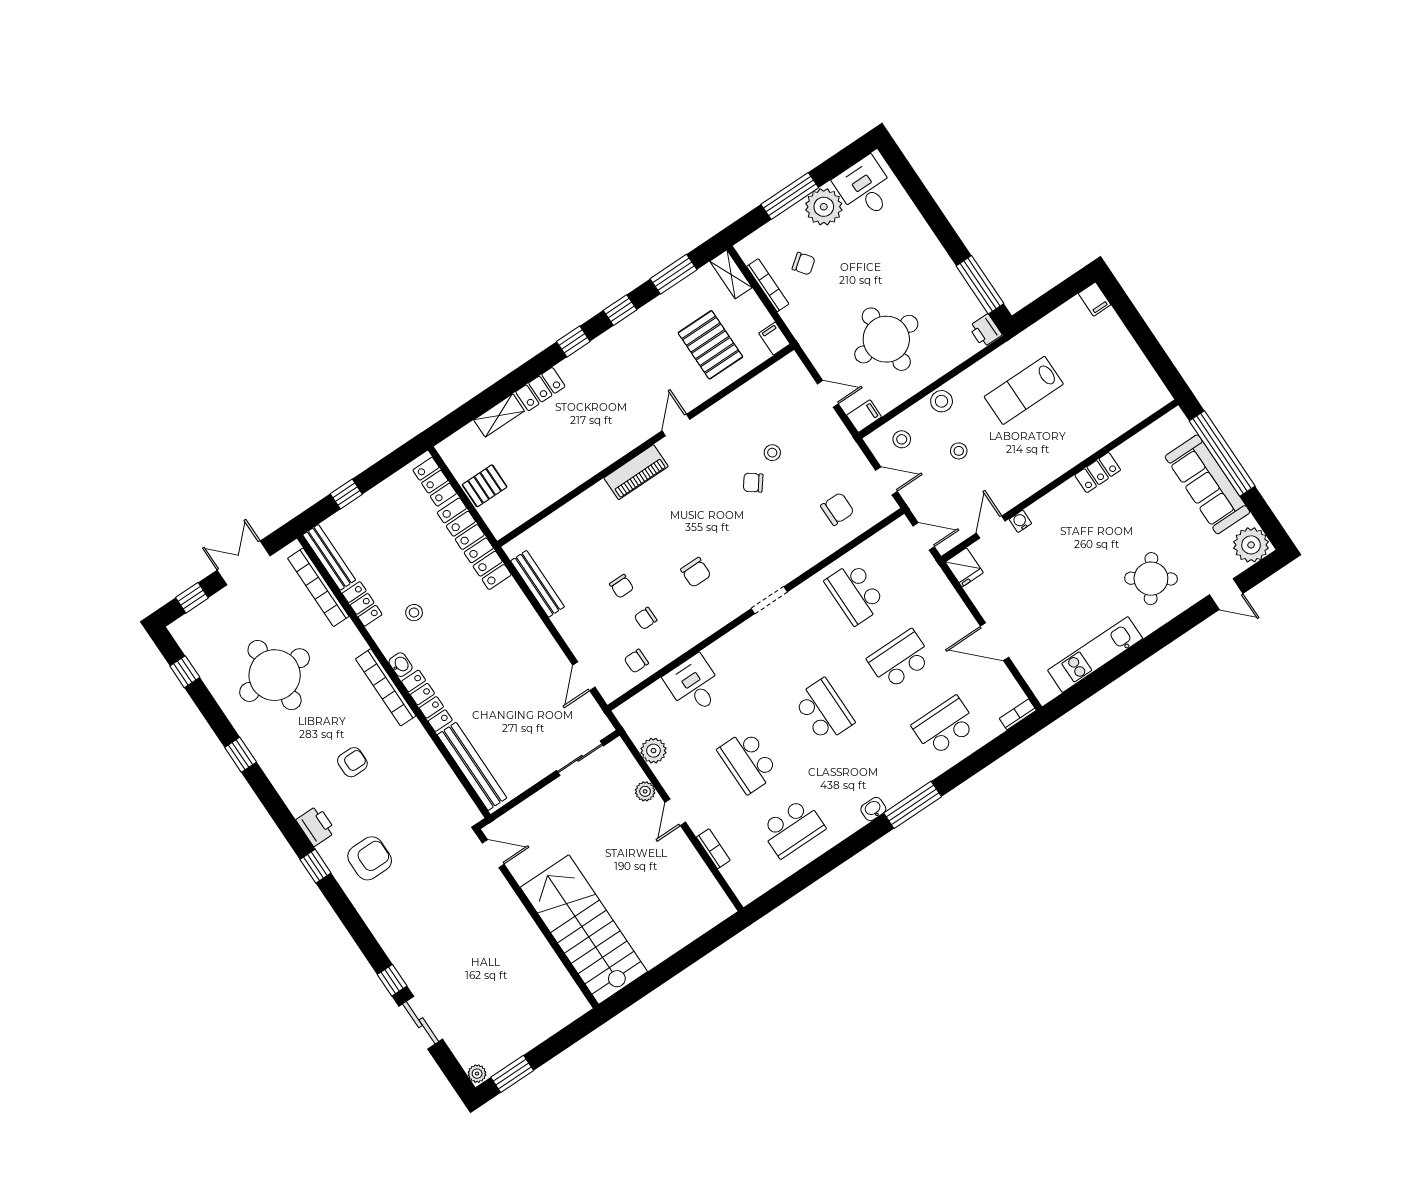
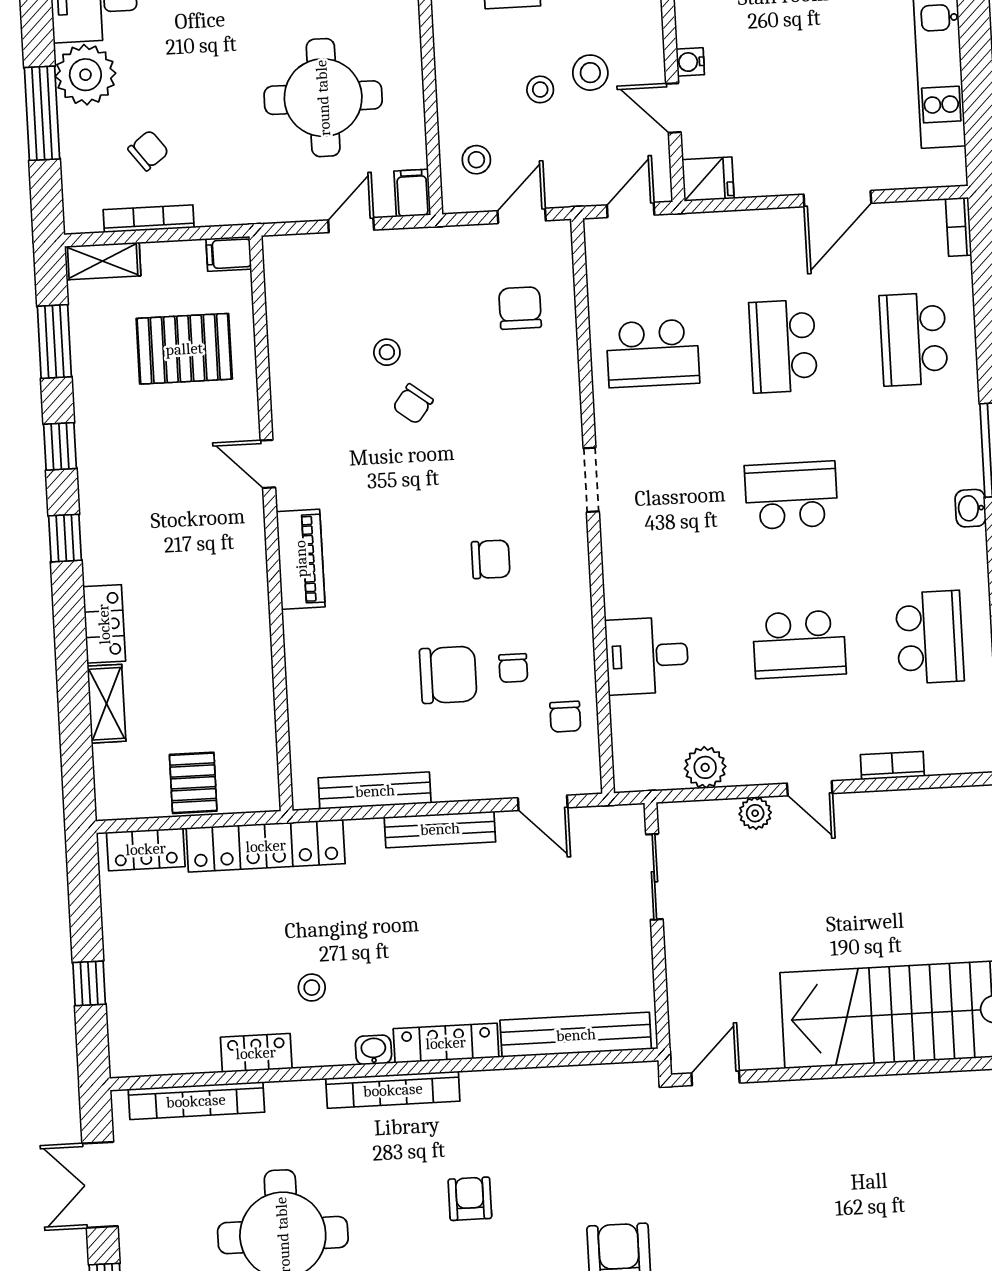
stool: (942, 401) -> (590, 73), moved
bench: (329, 557) -> (440, 829), moved
chair: (622, 586) -> (448, 675), width x1.87, depth x1.87

